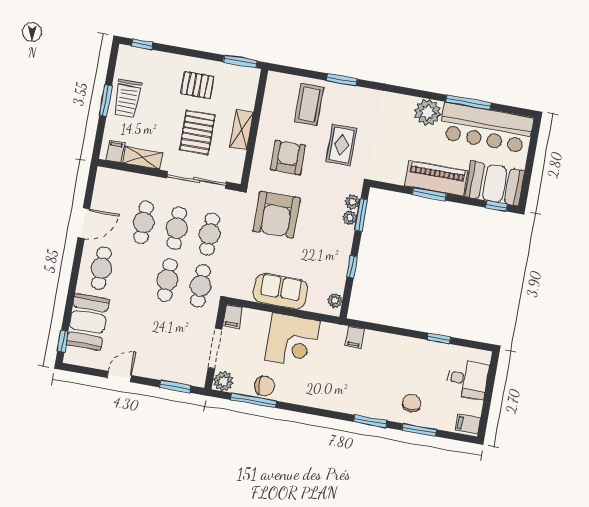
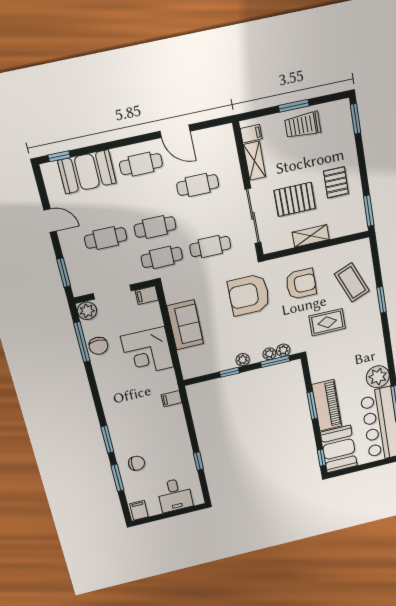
window: (142, 44) -> (356, 119), width x1.50
coffee table: (309, 104) -> (352, 282), turned 68
cafe table: (177, 228) -> (106, 238), moved
plant: (335, 301) -> (243, 360), moved

